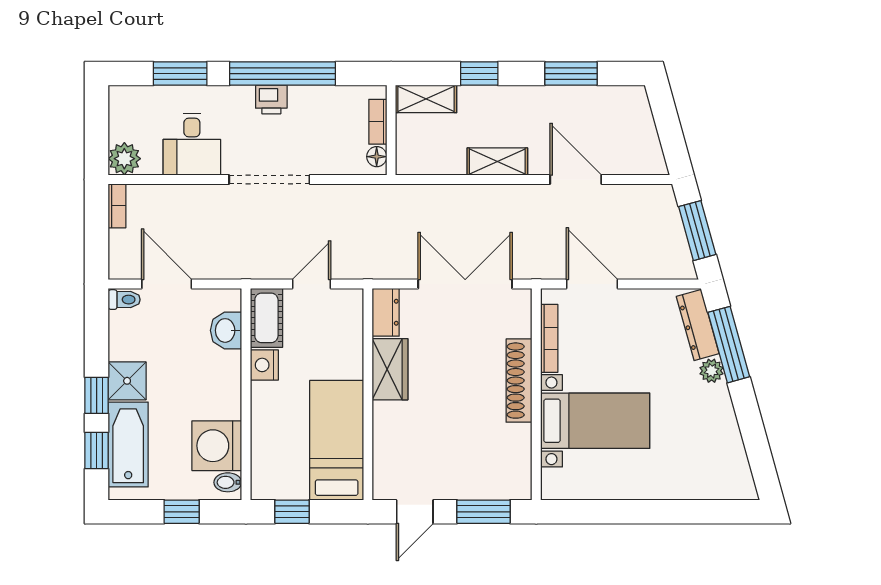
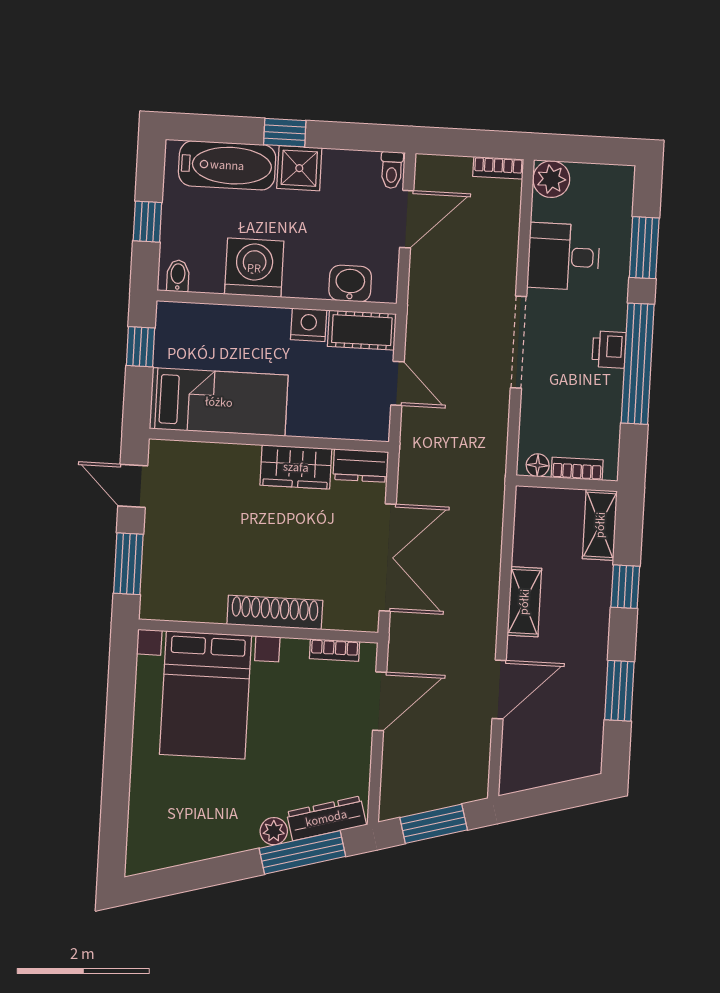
bookcase: (549, 338) -> (335, 650), width x0.64
bed with nightstands: (595, 421) -> (206, 695), width x1.36
washing machine: (217, 446) -> (254, 268), moved
window: (97, 450) -> (222, 129), removed

